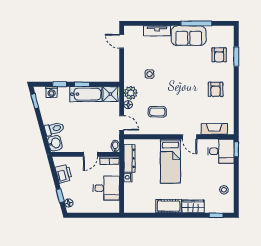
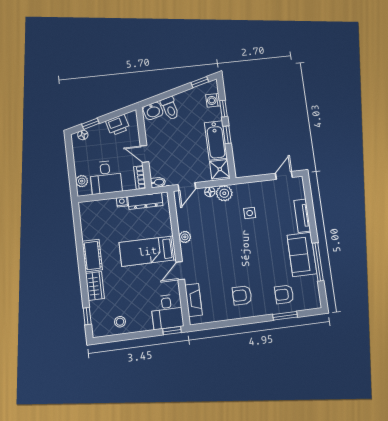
coffee table: (157, 112) -> (206, 228), removed
plant: (163, 130) -> (185, 237), added
plant: (107, 208) -> (82, 181), added

